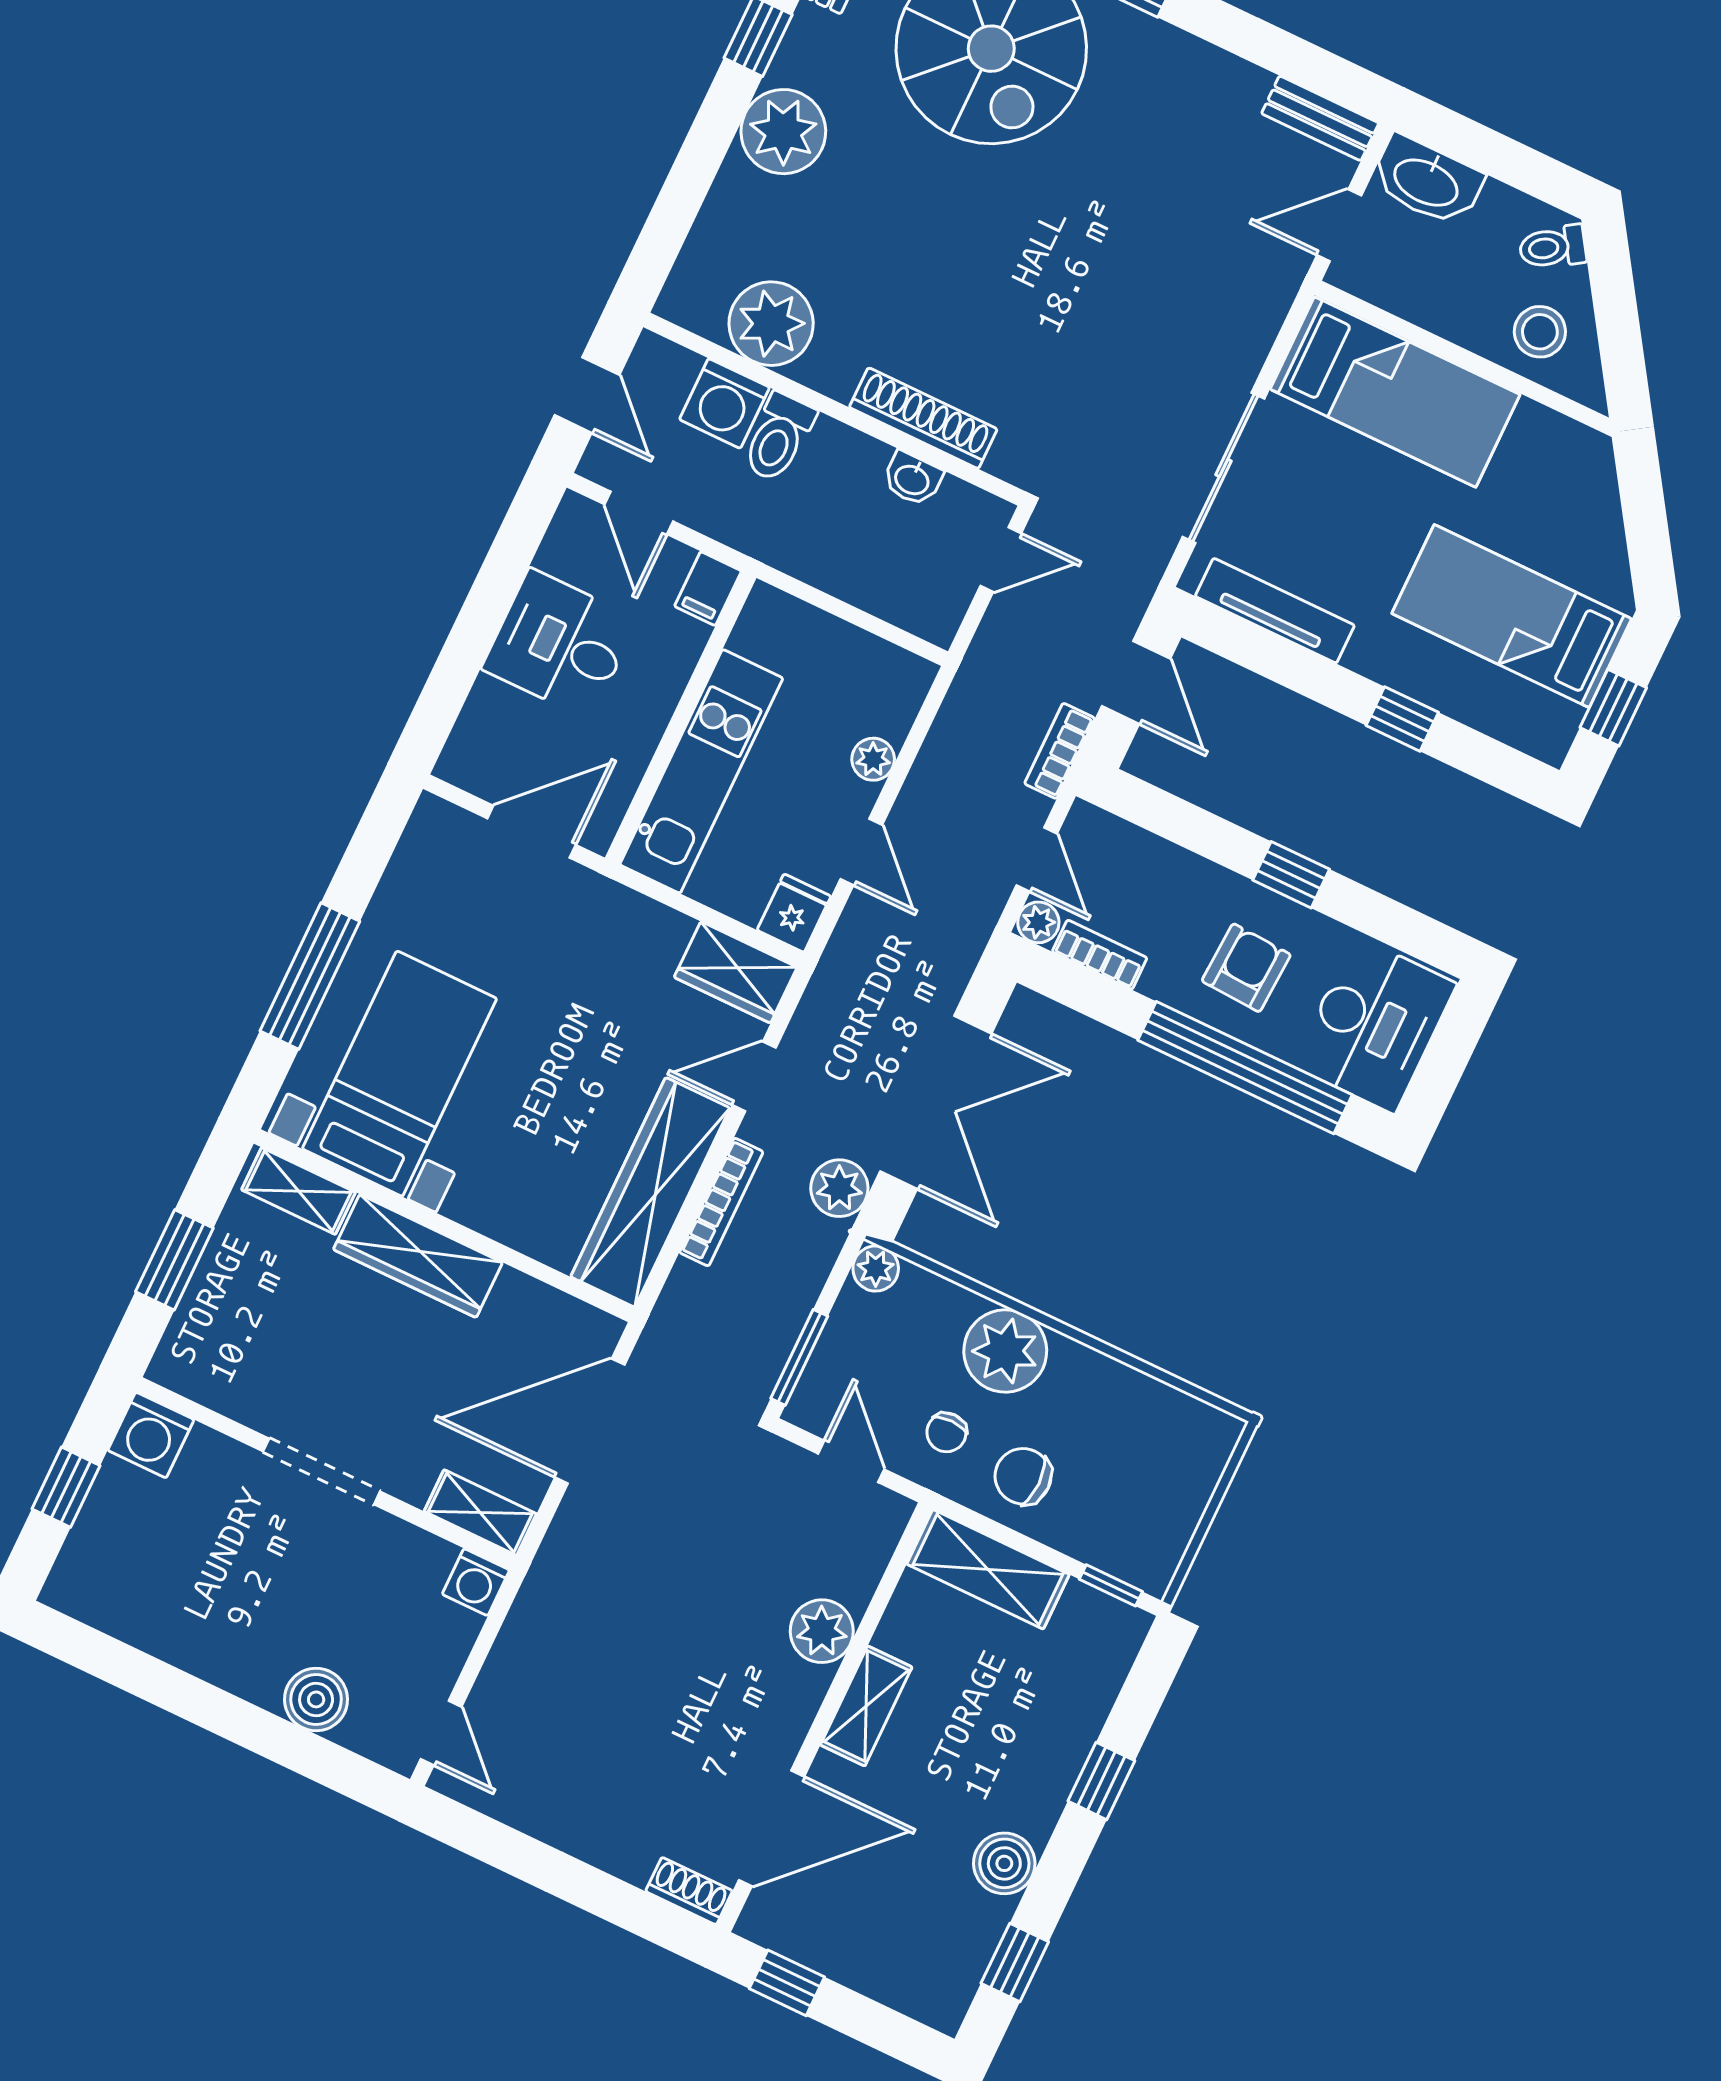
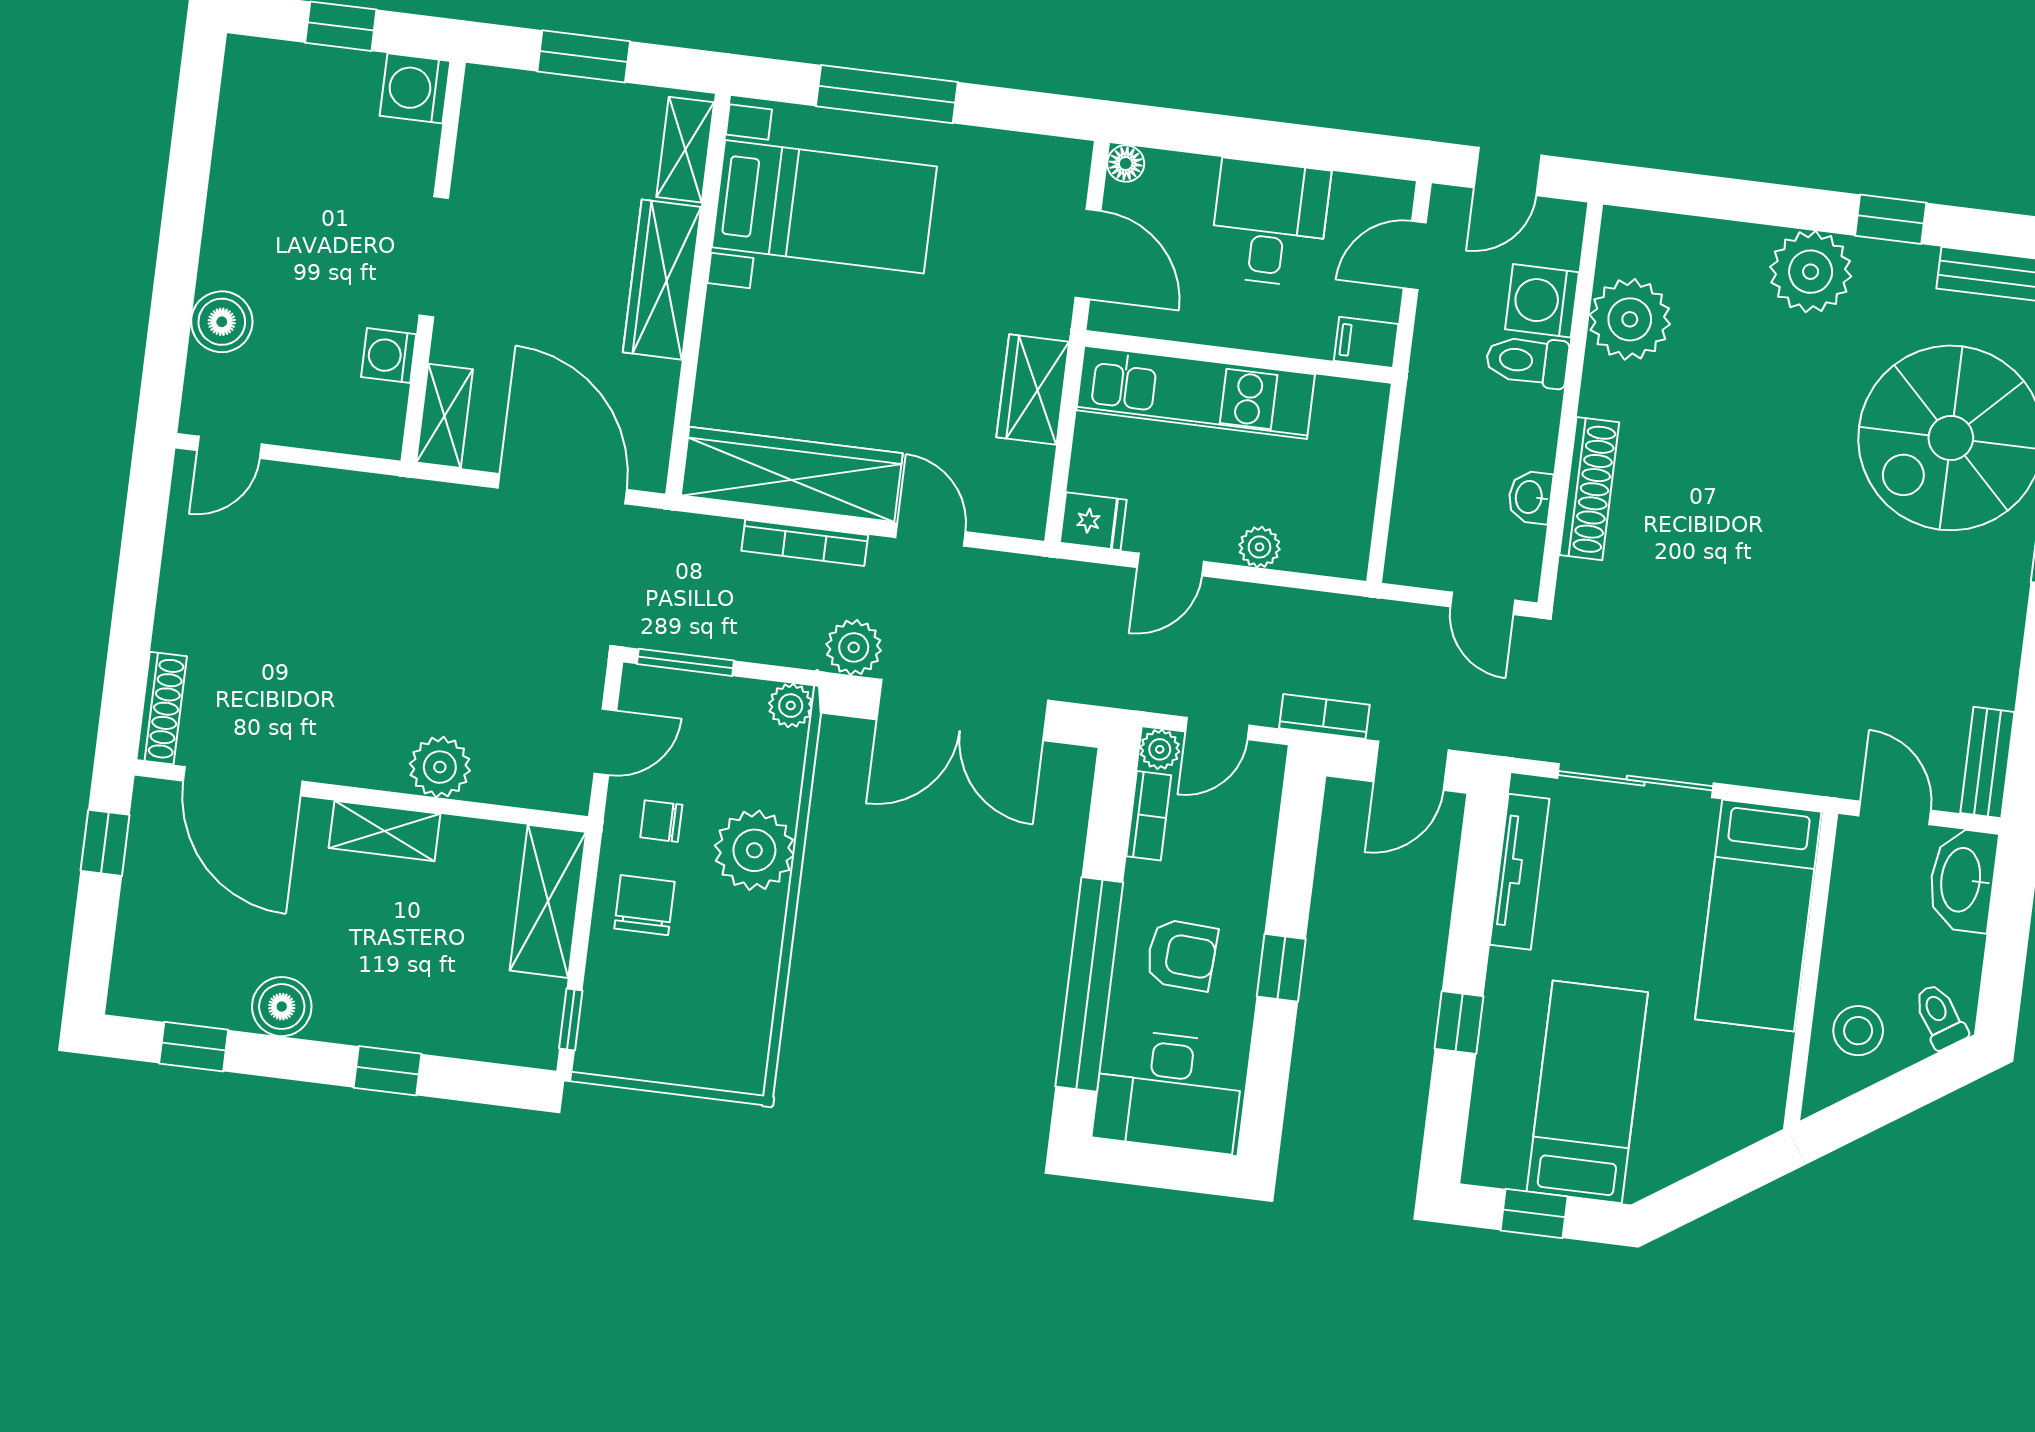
floor lamp: (455, 765) -> (1126, 164), added
wardrobe: (736, 972) -> (1033, 390), moved
washing machine: (476, 1582) -> (389, 356), moved
shoe rack: (689, 1891) -> (162, 708), width x1.43

